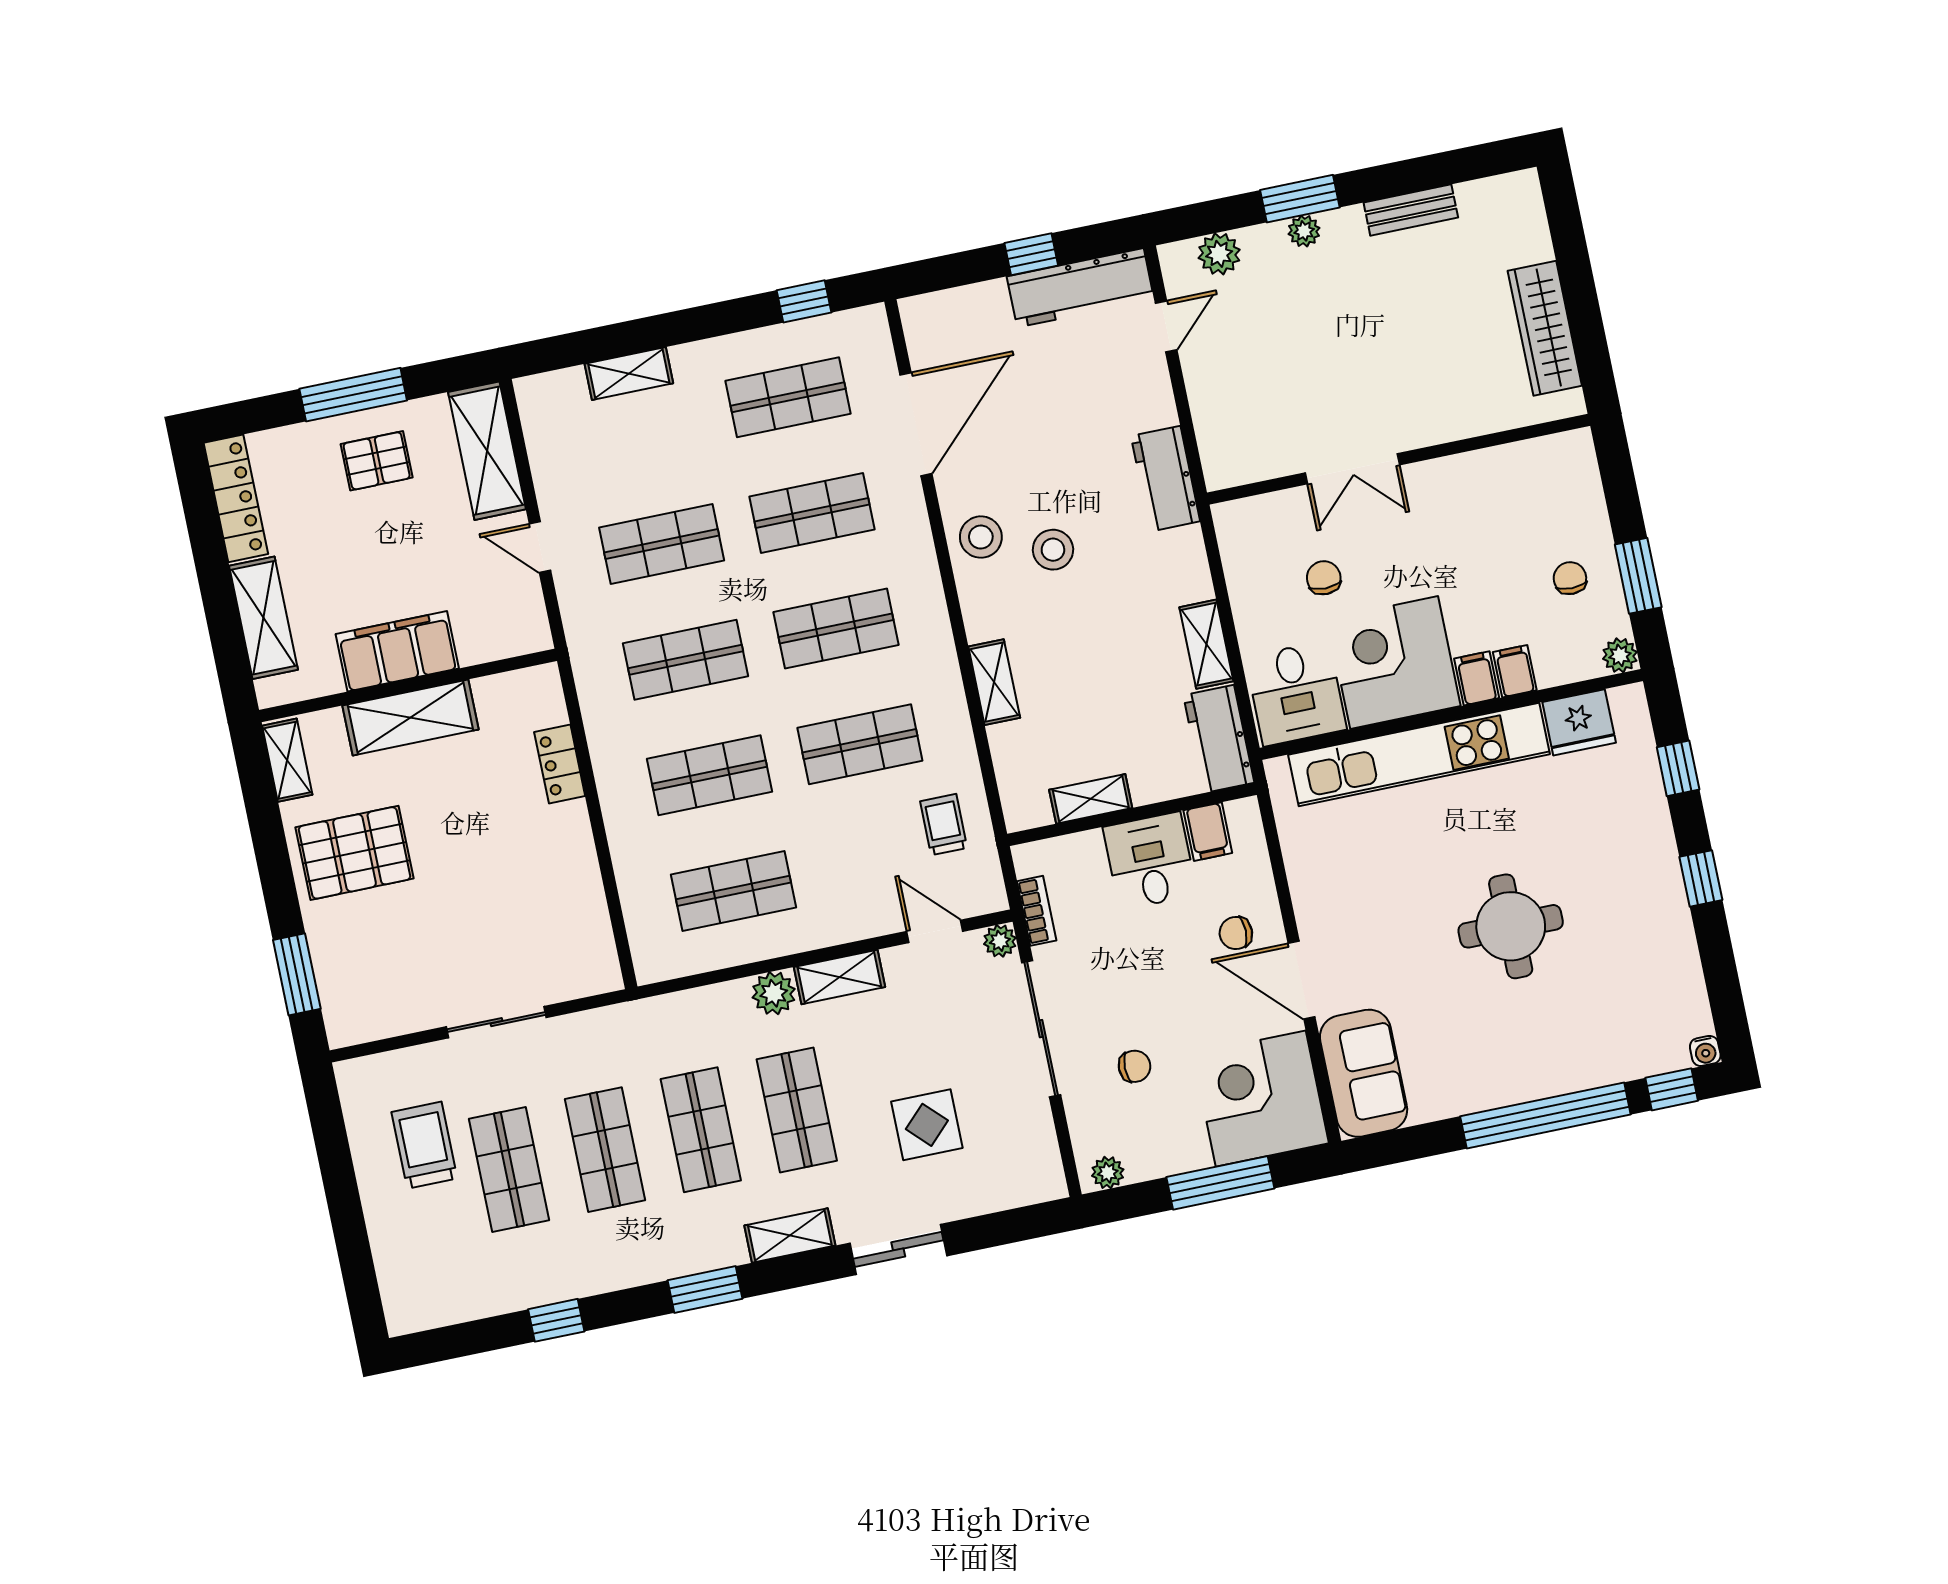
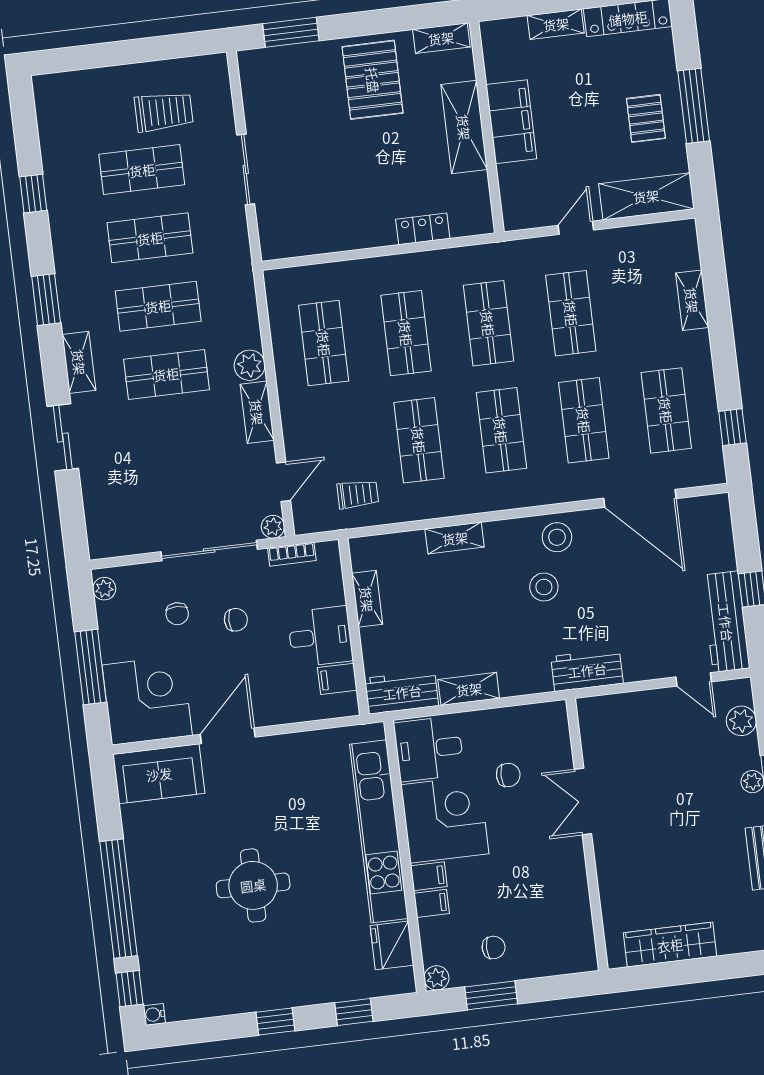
shelving: (263, 618) -> (556, 24), width x0.67, depth x0.75
chair: (1236, 933) -> (236, 620), moved, turned 90
display table: (927, 1125) -> (148, 465), removed

